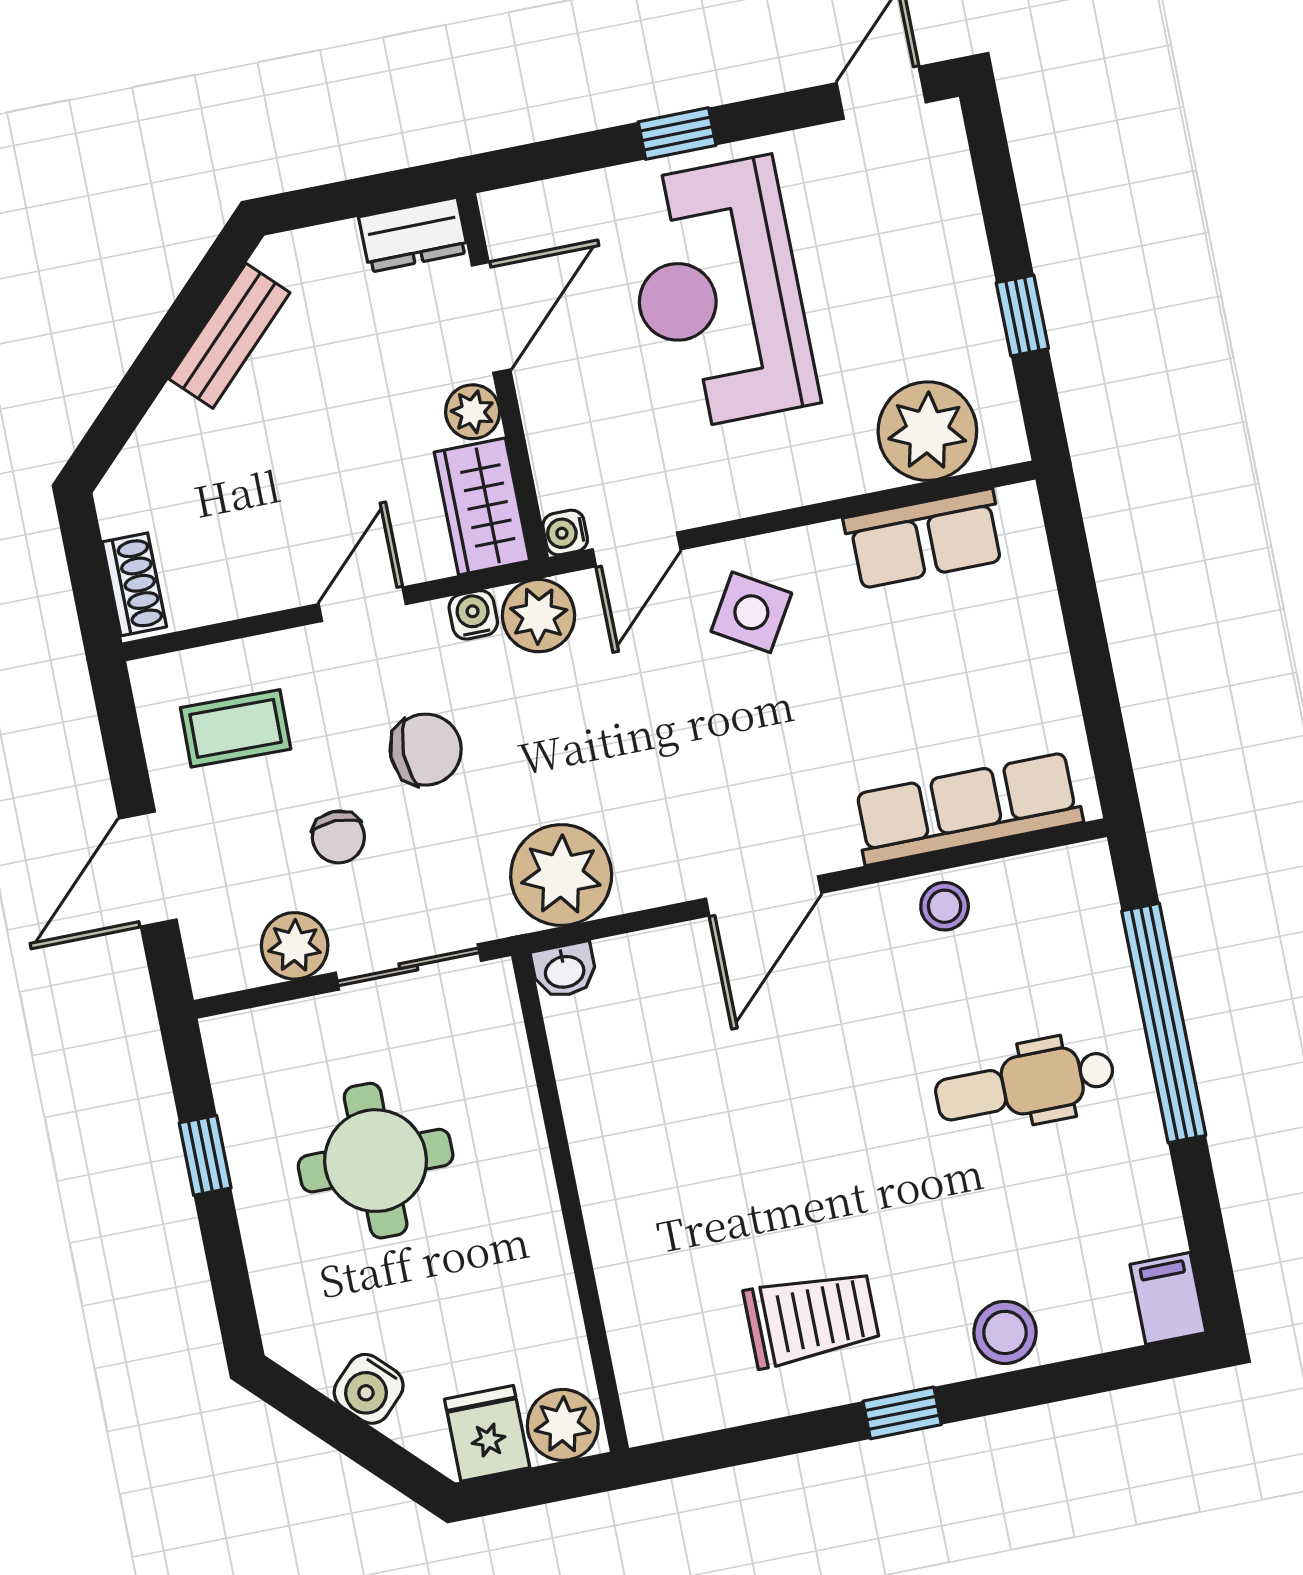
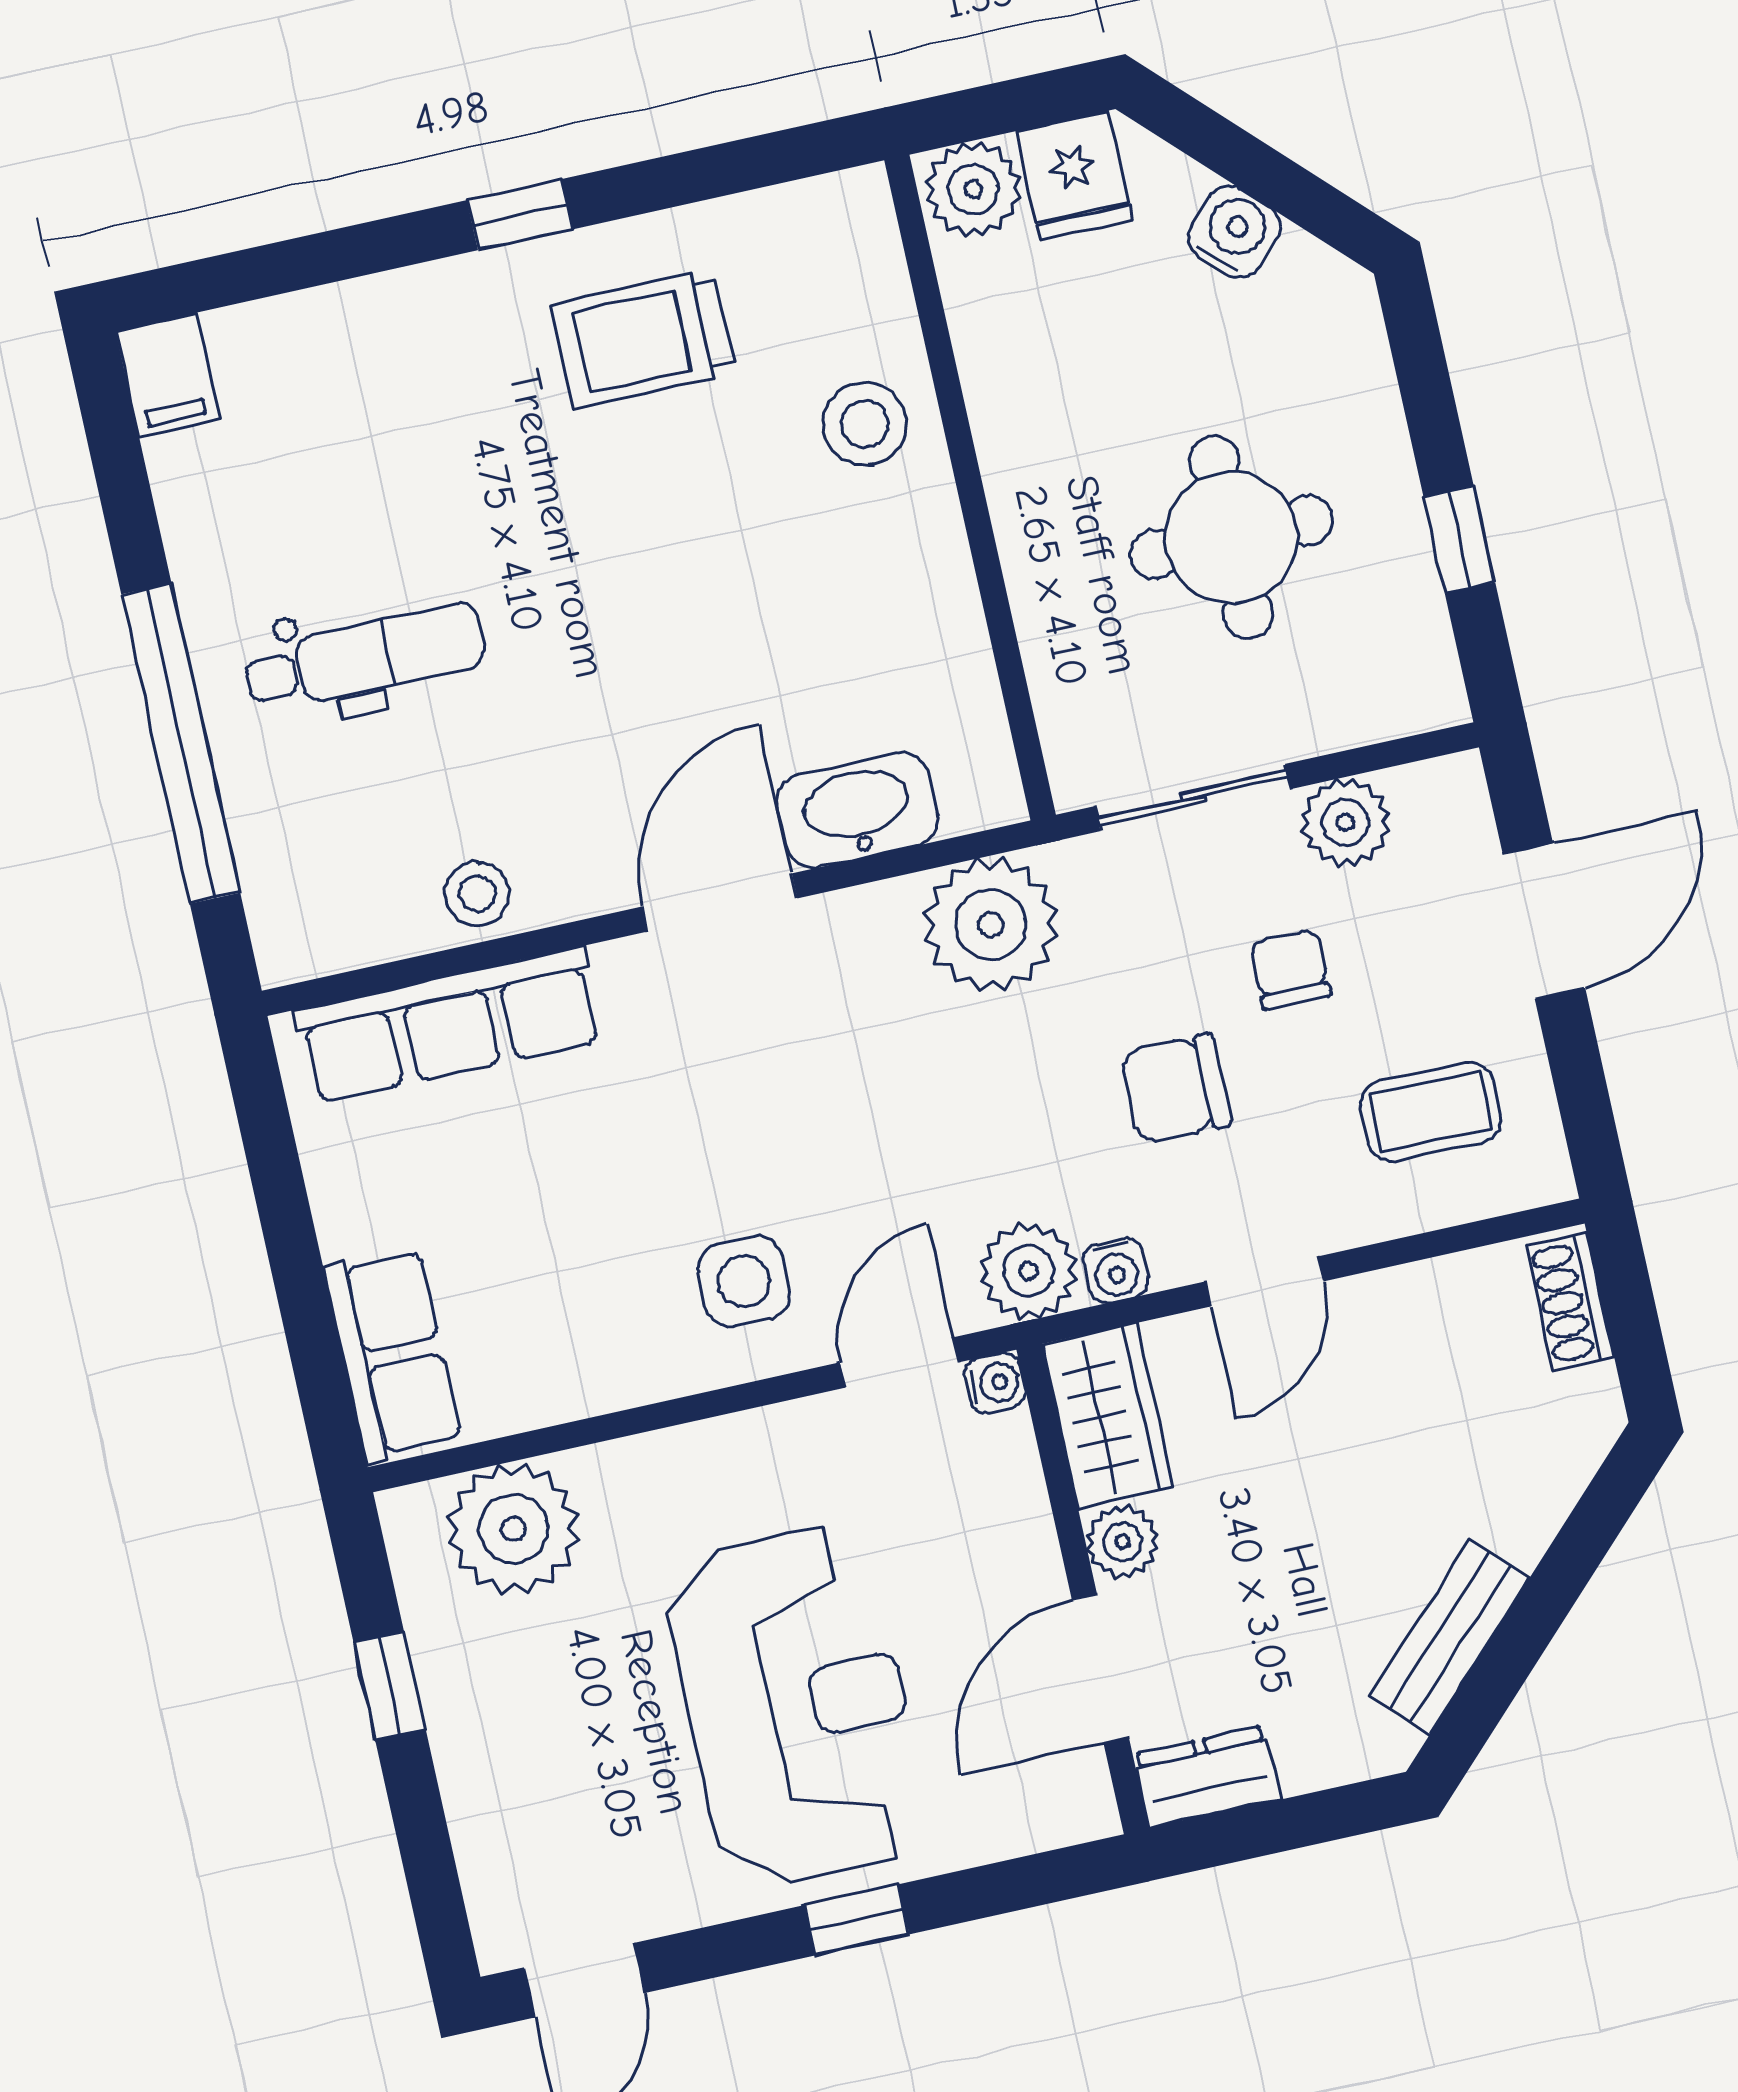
row of seats: (925, 539) -> (393, 1355), moved, turned 90
side table: (751, 612) -> (744, 1281), turned -31
washbasin: (564, 970) -> (857, 810), moved, width x1.91, depth x1.45
stool: (1005, 1332) -> (865, 424), moved

